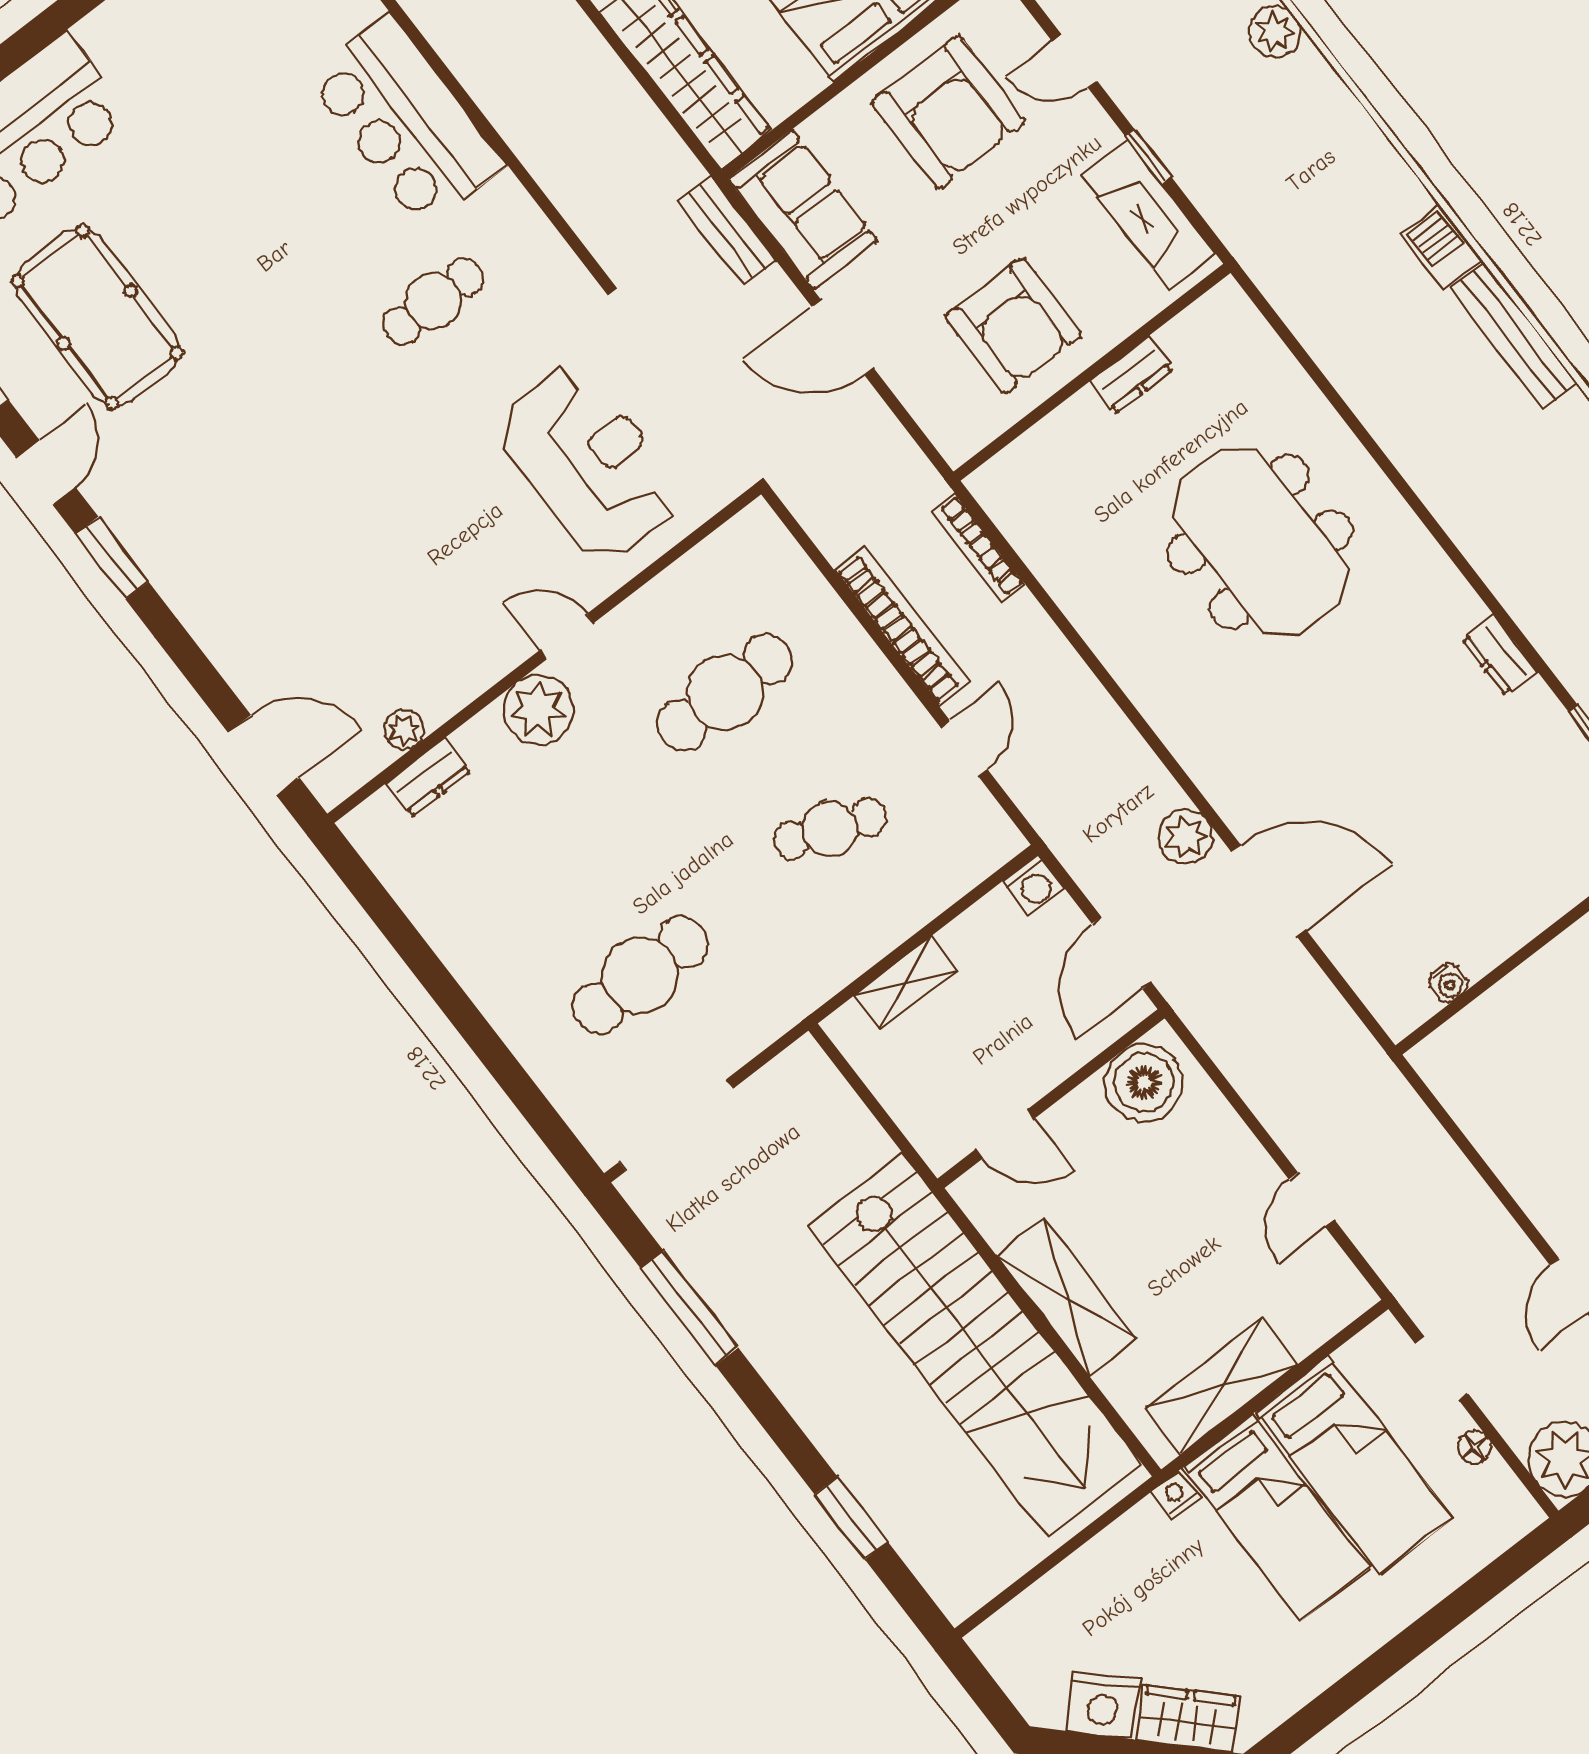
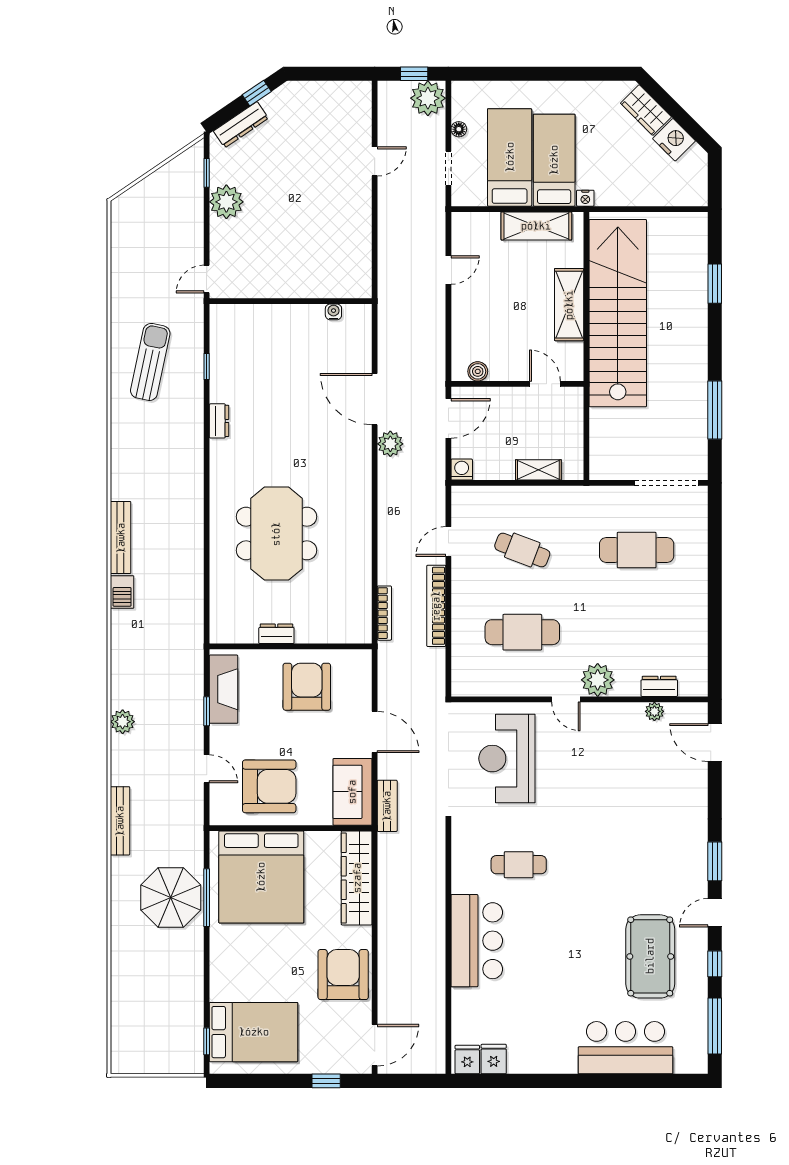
armchair: (948, 112) -> (269, 786), turned 90
boiler: (1144, 1083) -> (478, 371), width x0.54, depth x0.54

